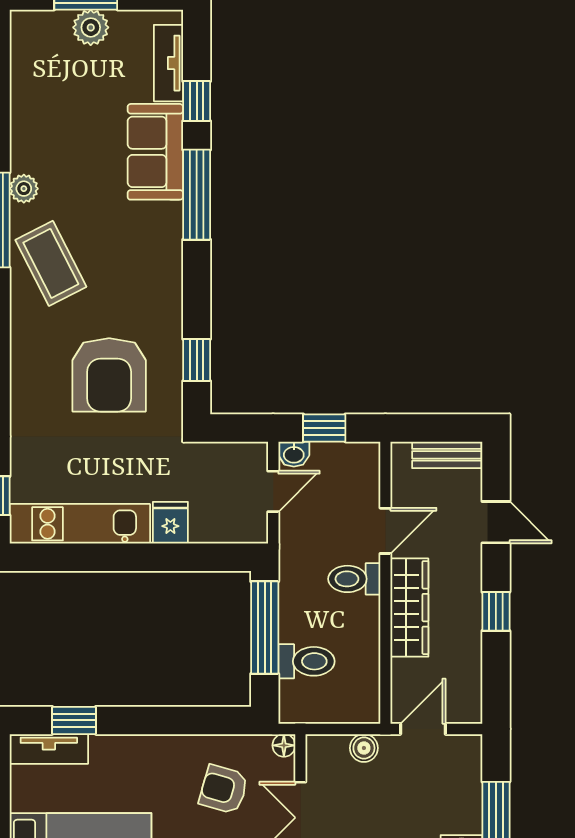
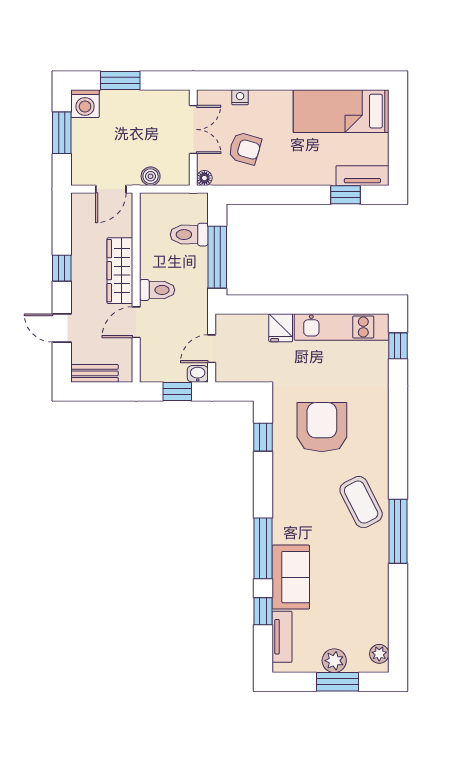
plant: (24, 189) -> (379, 654), moved

